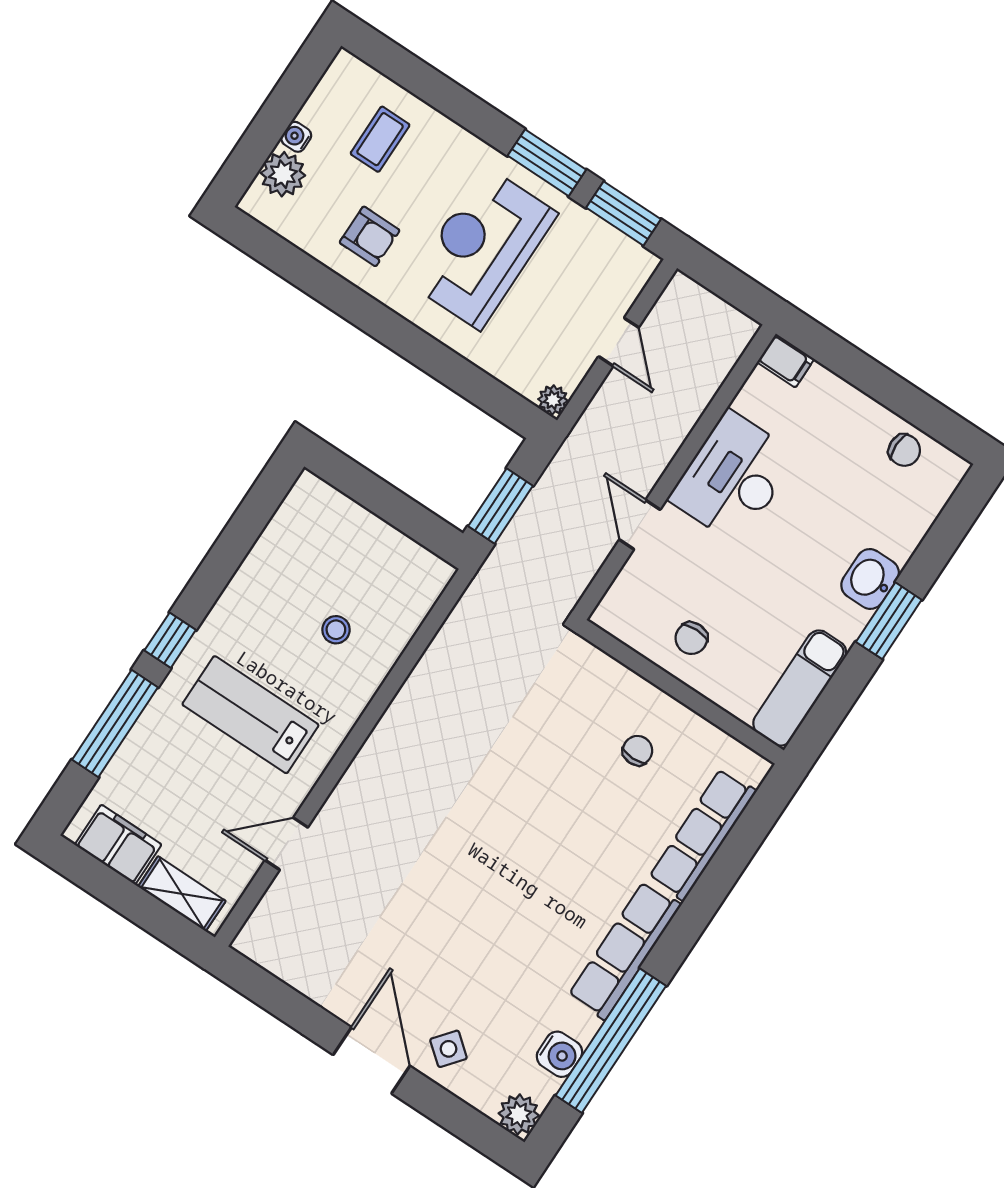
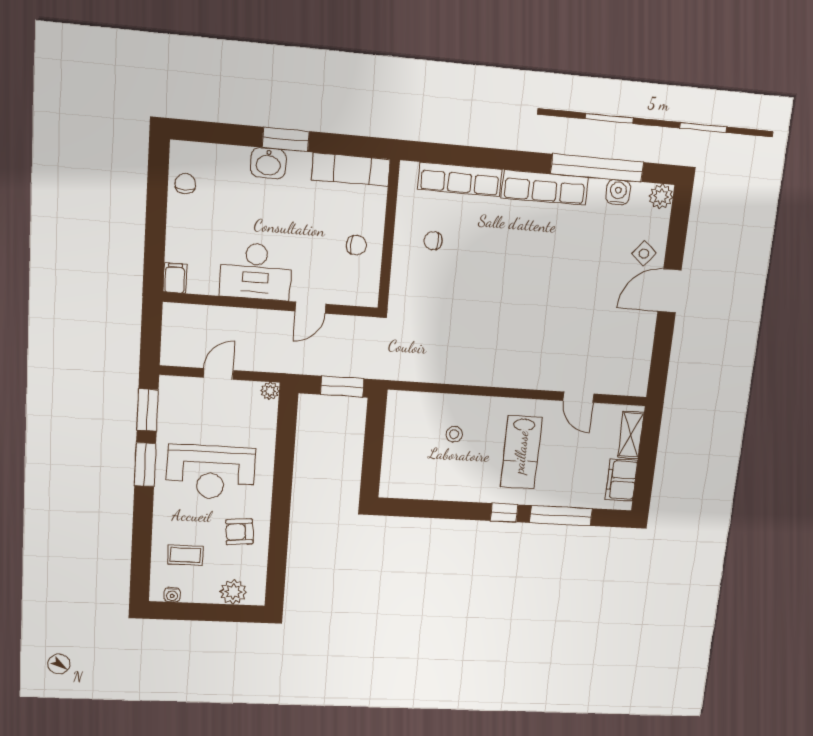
water cooler: (296, 137) -> (172, 595), moved
armchair: (370, 236) -> (239, 532), turned -95

